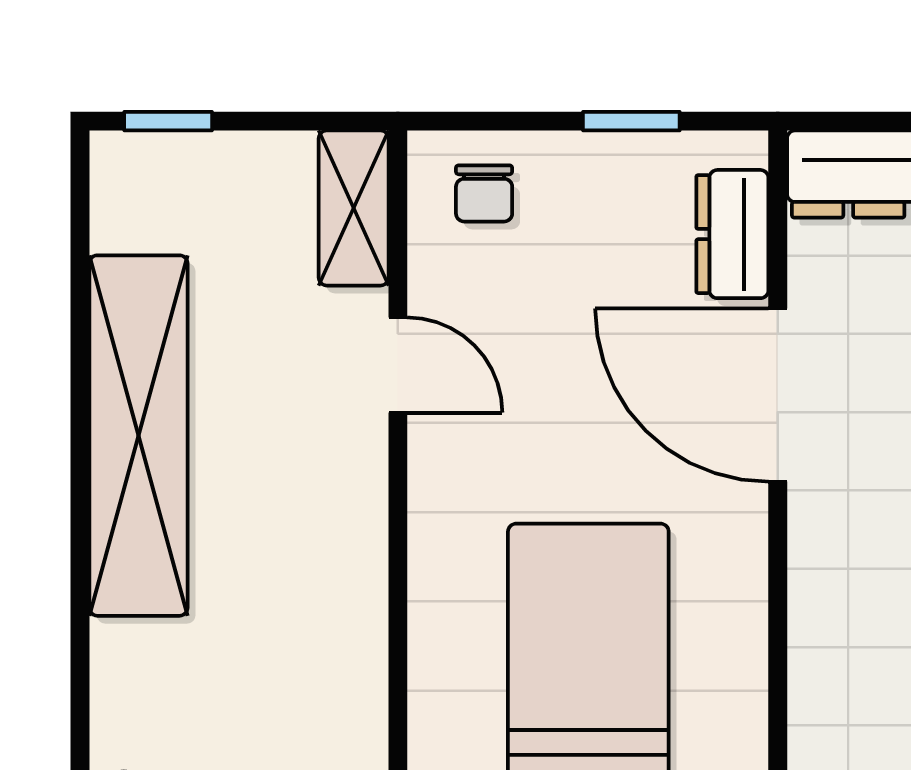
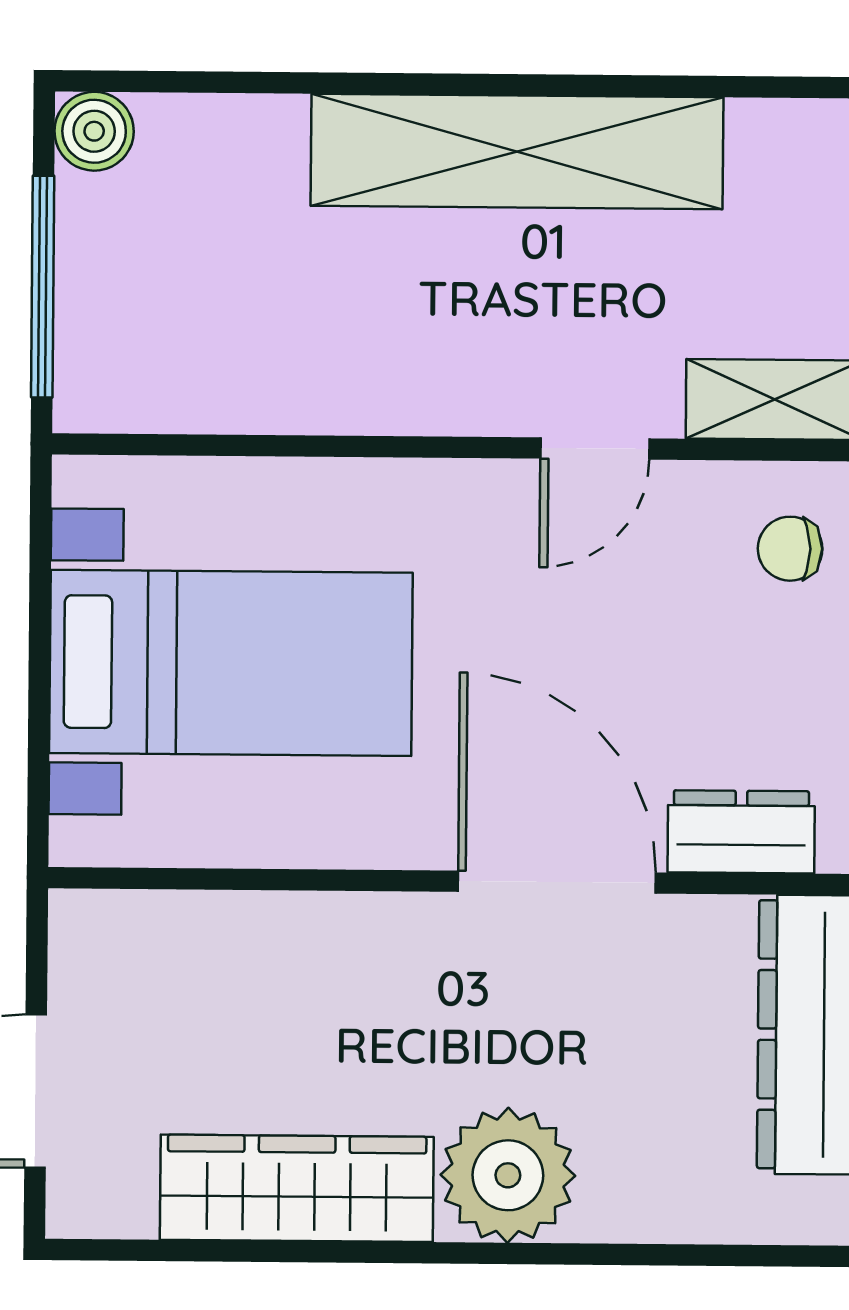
door: (778, 395) -> (557, 882), hinge flipped

